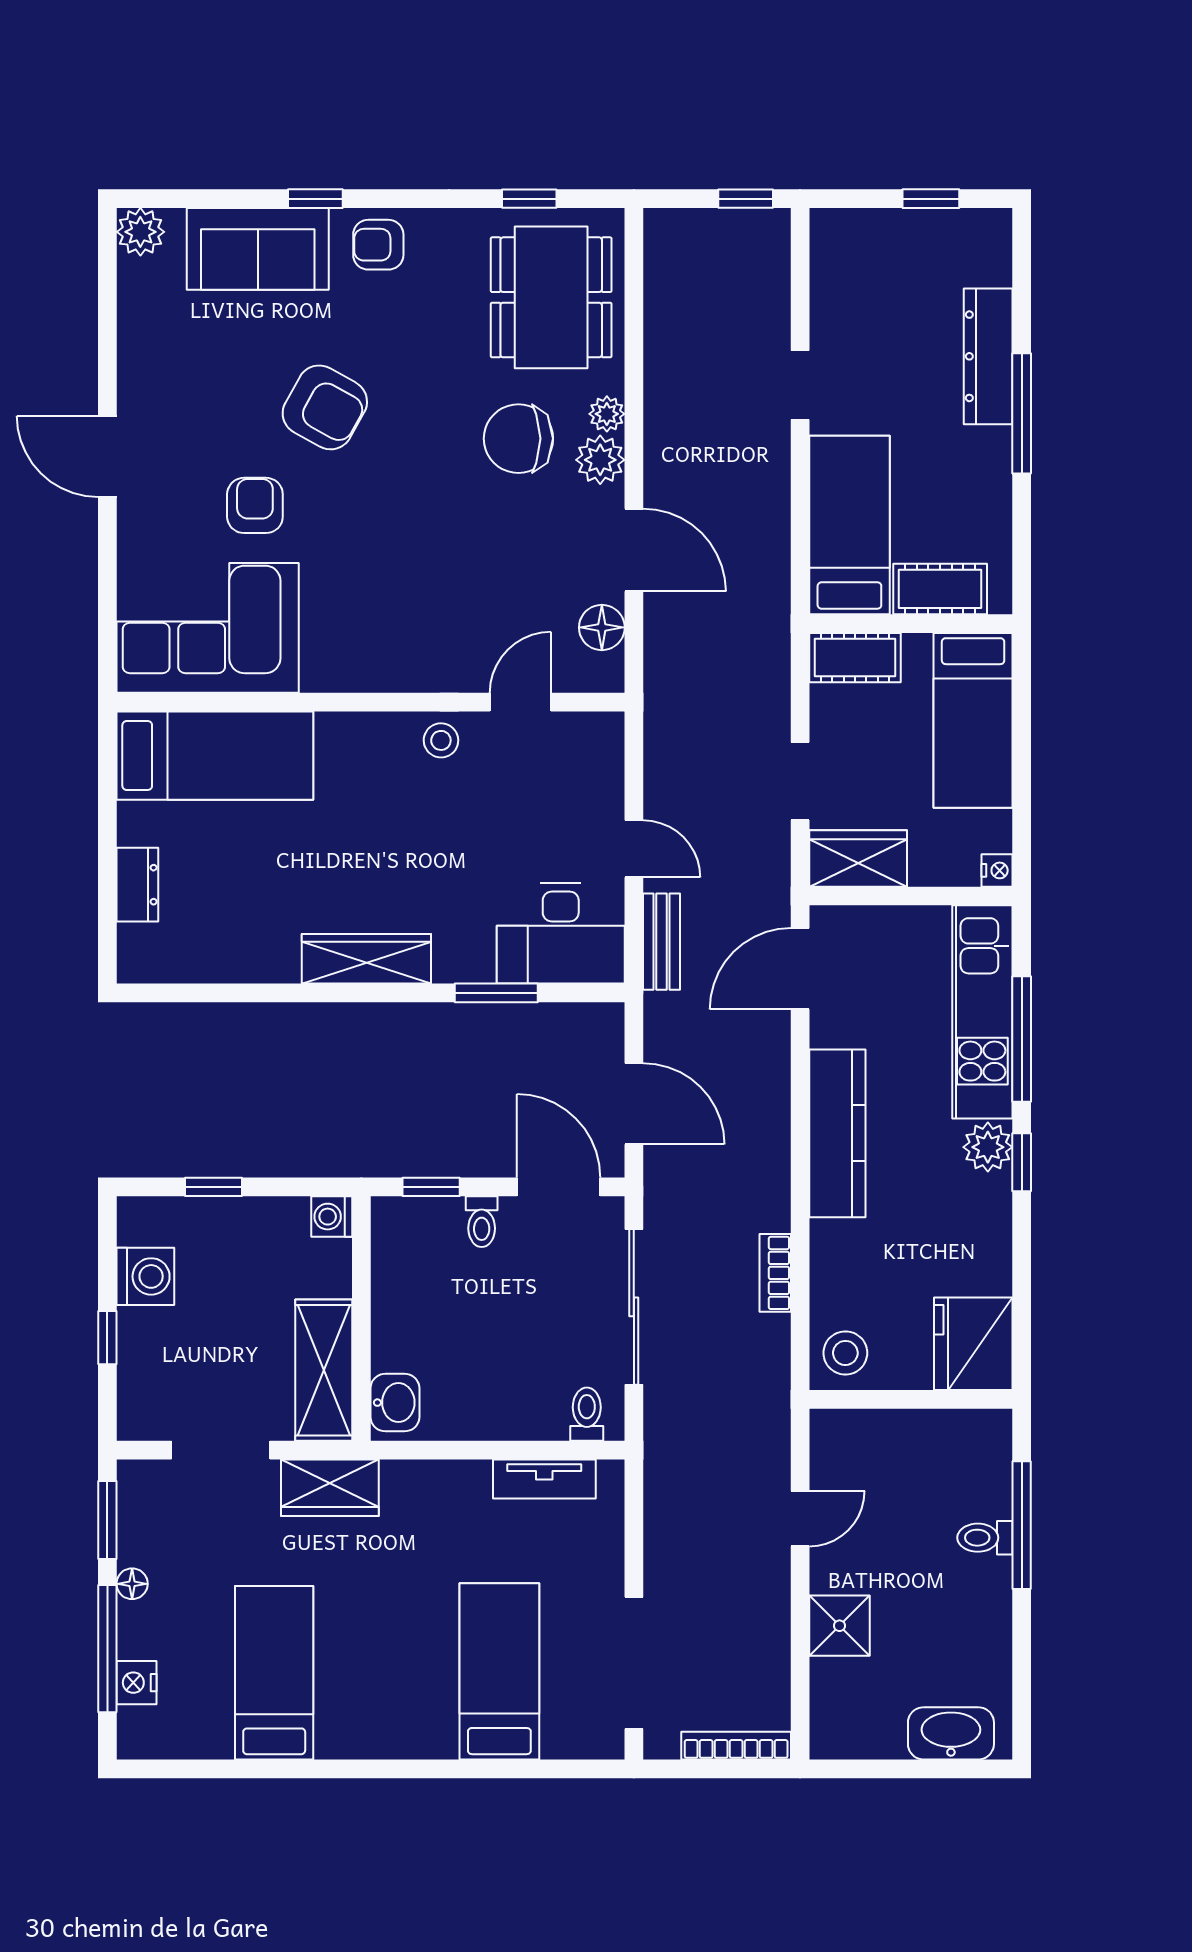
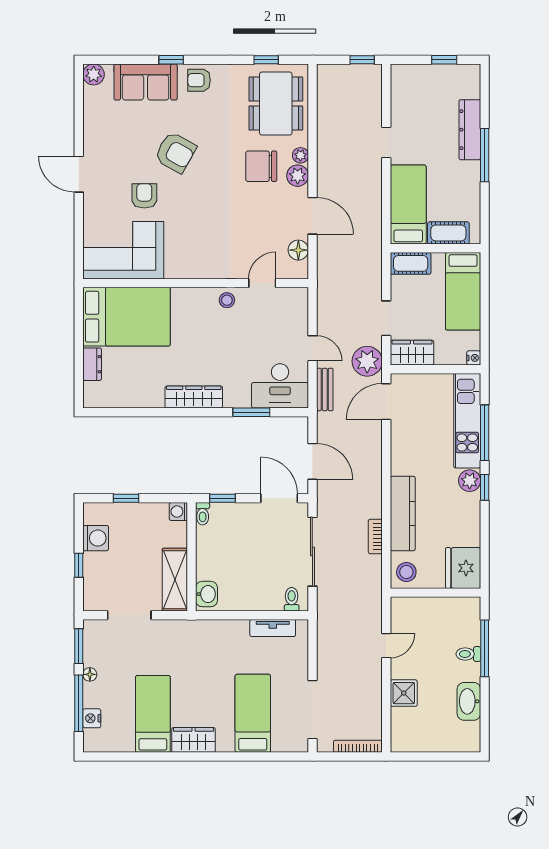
bed: (215, 756) -> (127, 317), width x1.50
plant: (757, 878) -> (367, 361), added
kitchen counter: (837, 1133) -> (403, 514), moved
toilet: (482, 1222) -> (203, 514), moved
wardrobe: (330, 1488) -> (194, 740), moved, turned 180
washbasin: (951, 1733) -> (469, 701), moved, turned -90

